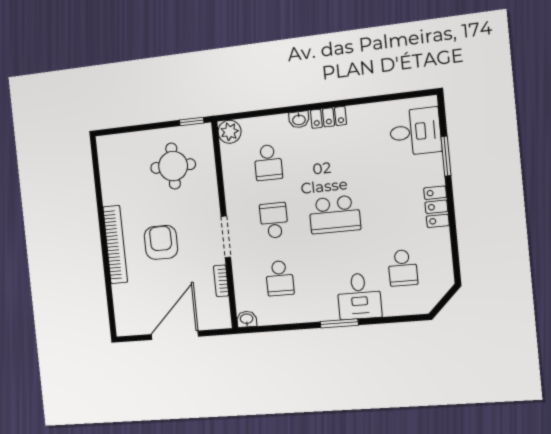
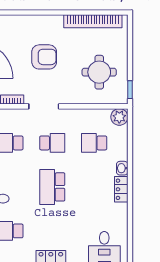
bookcase: (115, 245) -> (93, 21), moved

